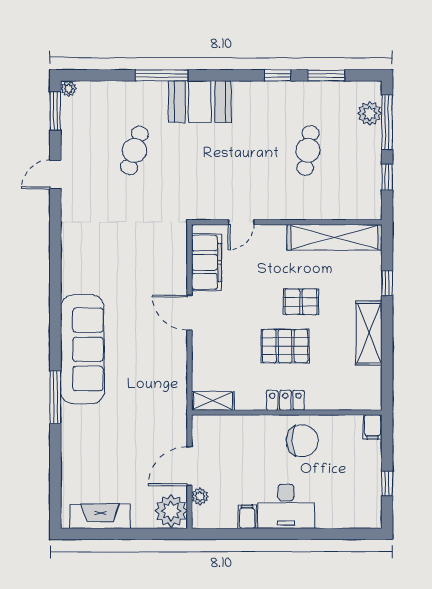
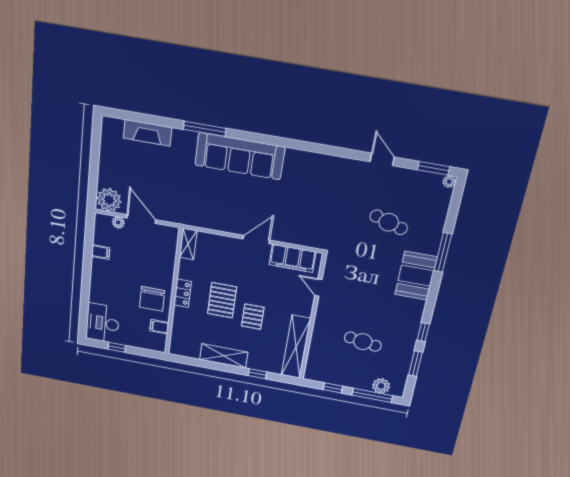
filing cabinet: (373, 427) -> (159, 327), moved
desk: (286, 506) -> (103, 323), moved
fireplace: (100, 516) -> (148, 133), moved, turned 90

